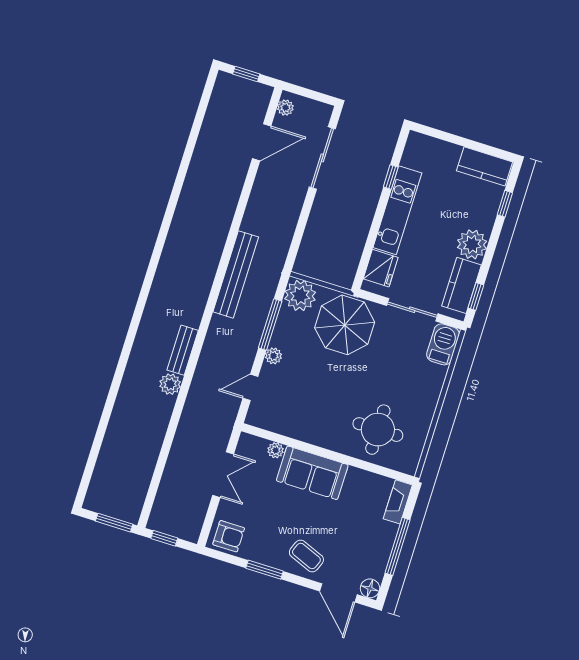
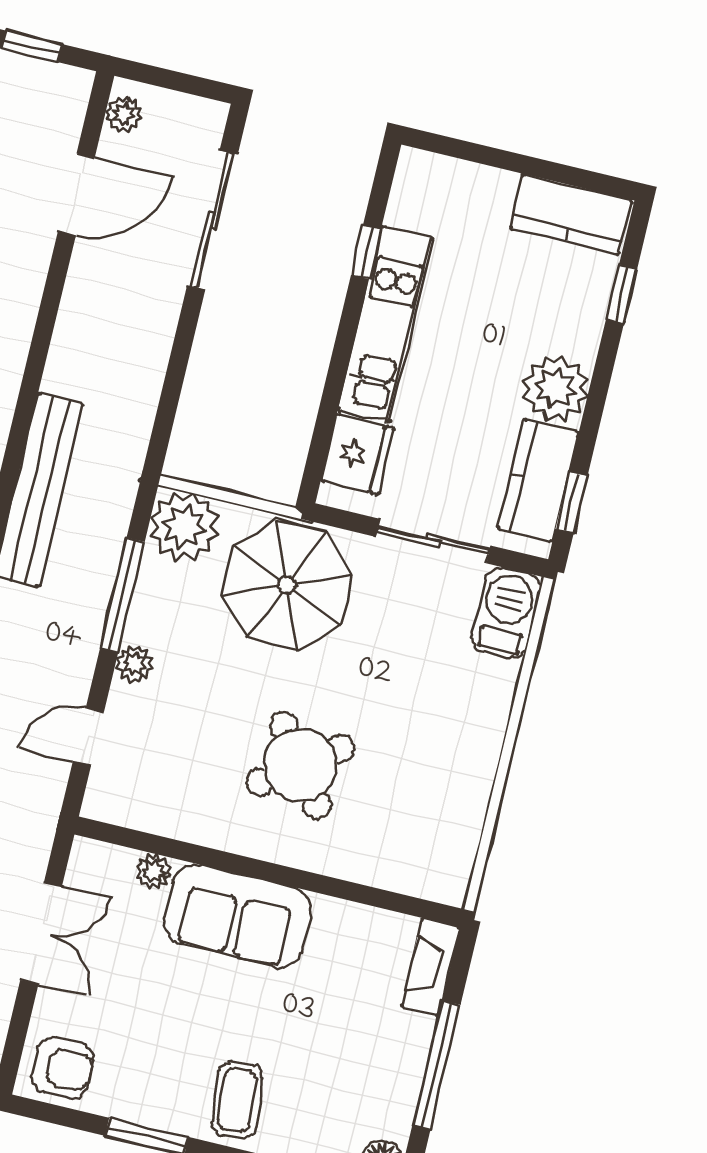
round table: (378, 430) -> (300, 765), moved, turned -36
coffee table: (306, 556) -> (237, 1100), turned 62

